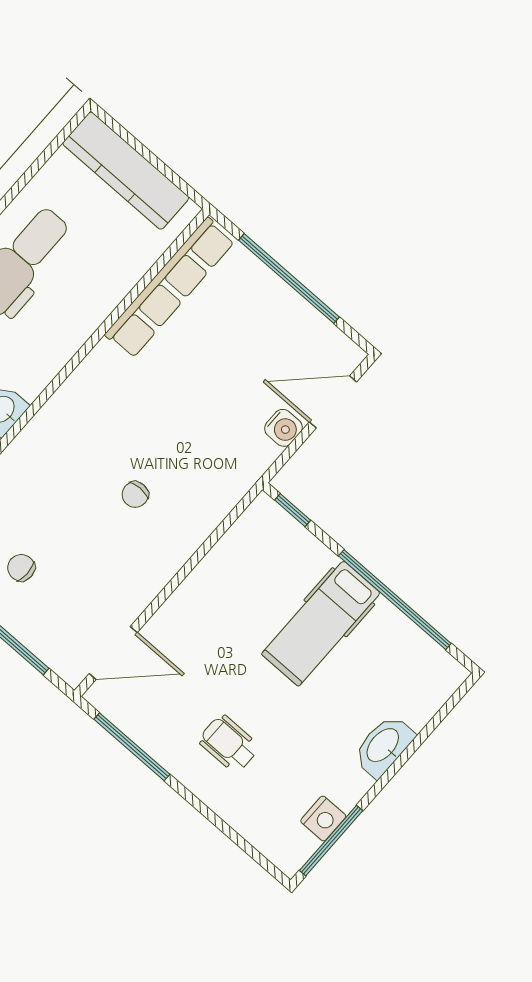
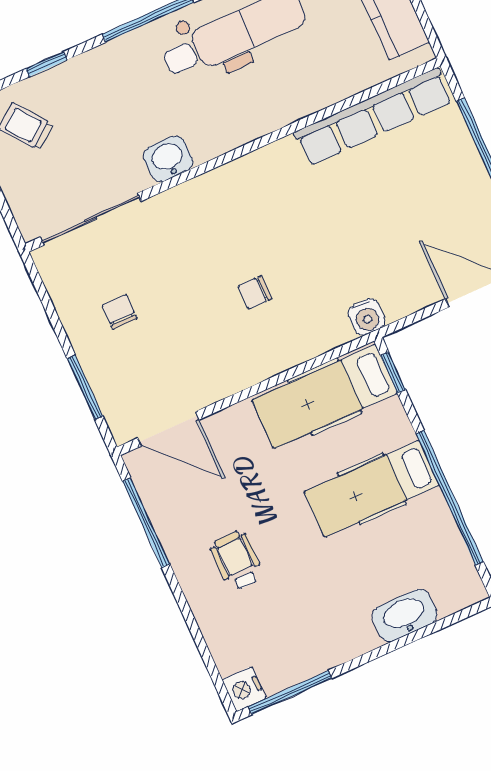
water cooler: (283, 428) -> (367, 317), moved
hospital bed: (241, 560) -> (325, 397), added
washbasin: (384, 746) -> (405, 615), moved
nightstand: (323, 819) -> (244, 689), moved, turned 90

